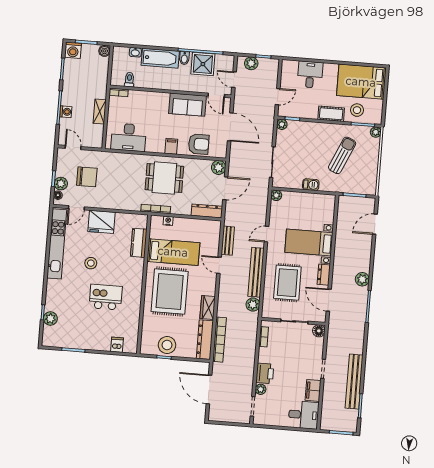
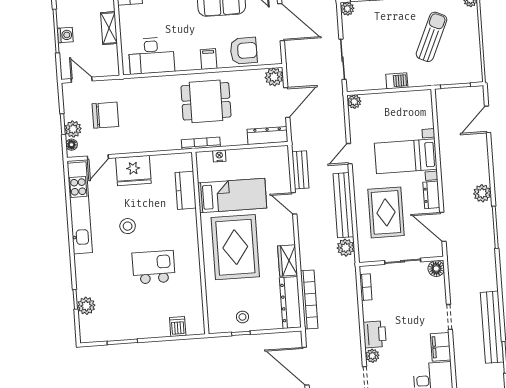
stool: (167, 345) -> (242, 317), width x0.53, depth x0.53

